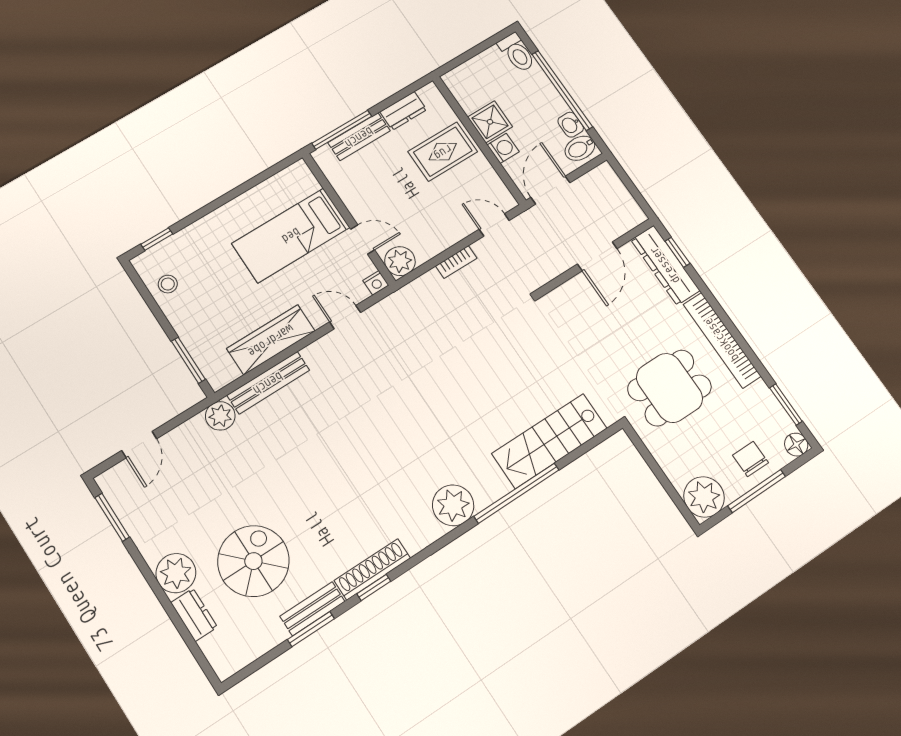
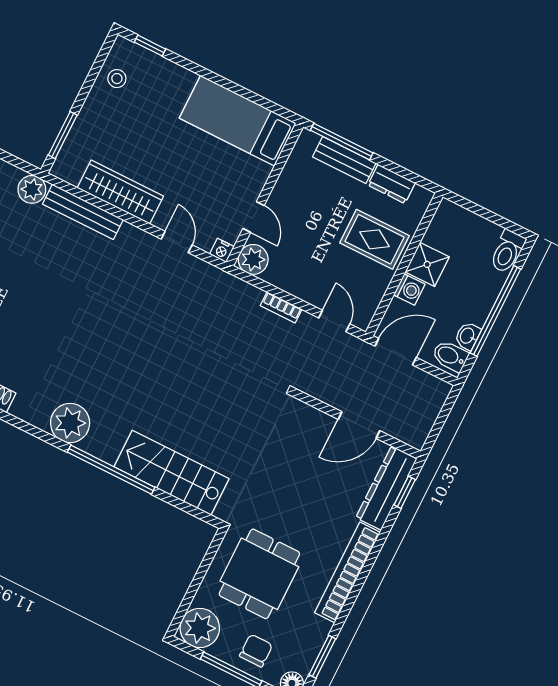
bed: (291, 235) -> (238, 121), moved
dining table: (669, 388) -> (259, 574), moved, turned 90

